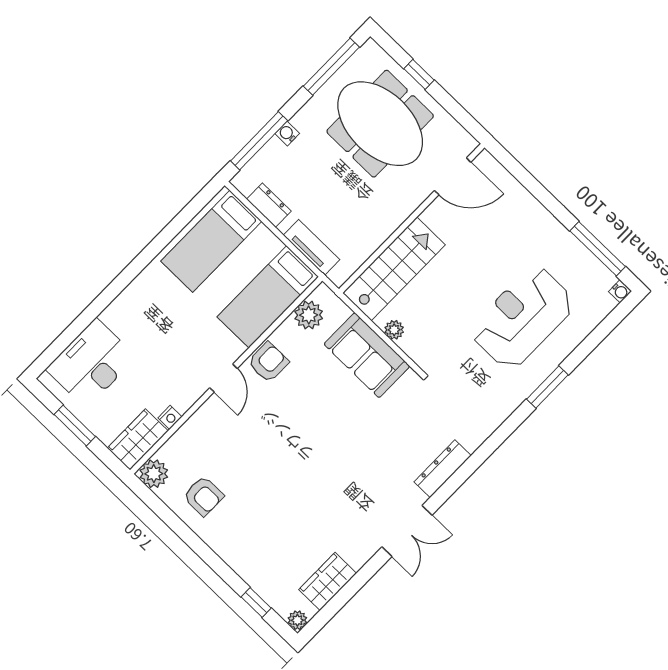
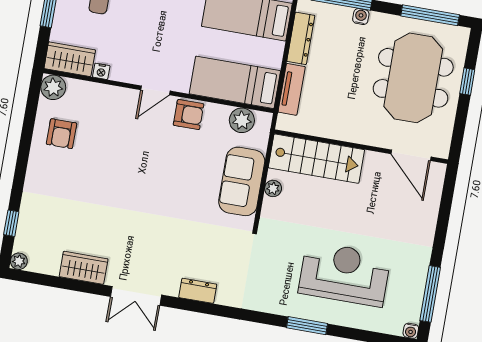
dresser: (269, 205) -> (301, 38), width x1.44
dresser: (443, 469) -> (198, 291), width x0.70
wardrobe: (328, 581) -> (84, 268), moved

